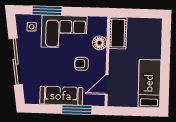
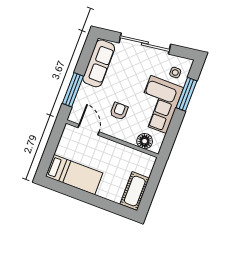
cot: (118, 33) -> (135, 191), moved, turned 90
floor lamp: (100, 43) -> (145, 141), moved
sofa: (61, 96) -> (99, 63), moved

